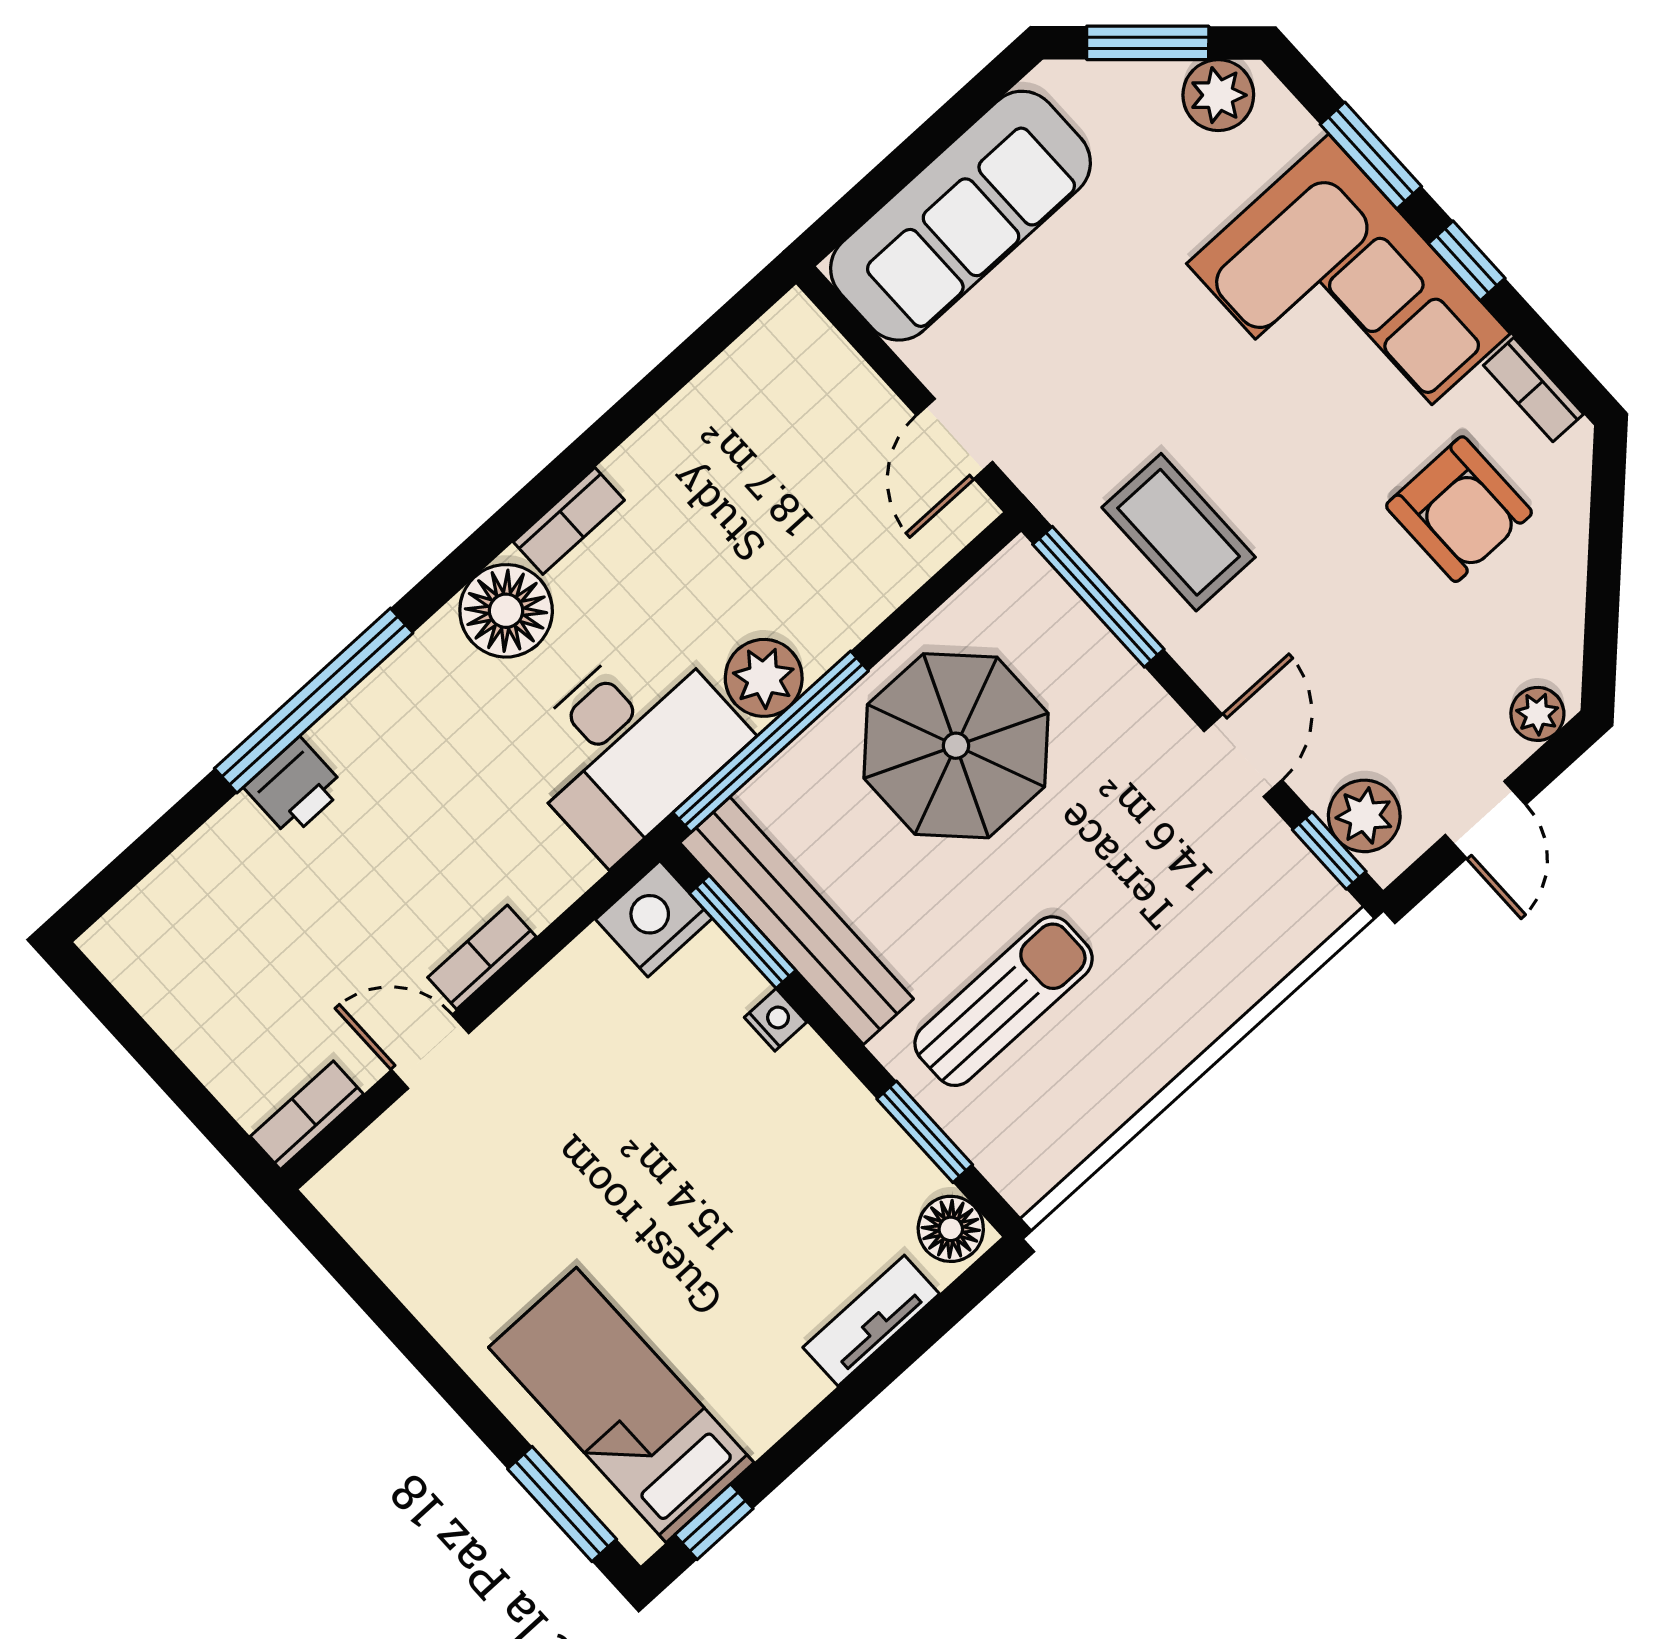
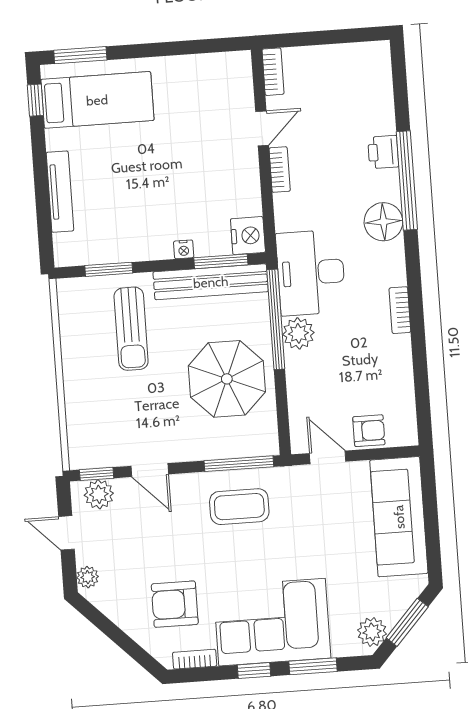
armchair: (843, 400) -> (369, 431), added
floor lamp: (506, 611) -> (383, 222), moved
floor lamp: (951, 1229) -> (70, 253), removed
tv unit: (871, 1321) -> (60, 192), width x1.41

